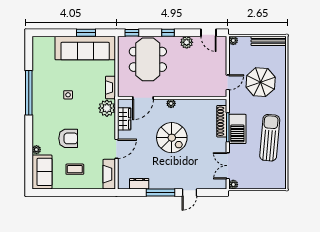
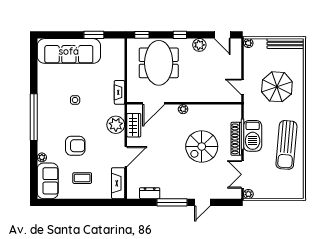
sofa: (85, 48) -> (69, 51), moved
door: (228, 82) -> (242, 87), swing flipped
window: (29, 93) -> (34, 117), moved
plant: (107, 108) -> (116, 125), moved
shoe rack: (222, 121) -> (236, 139), moved
spiral stairs: (172, 138) -> (202, 146), moved, turned 90
sun lounger: (270, 138) -> (286, 145), turned 180

